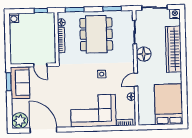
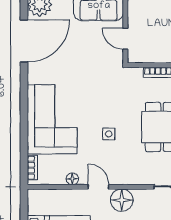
floor lamp: (144, 54) -> (122, 200), moved
door: (40, 65) -> (125, 39), hinge flipped

